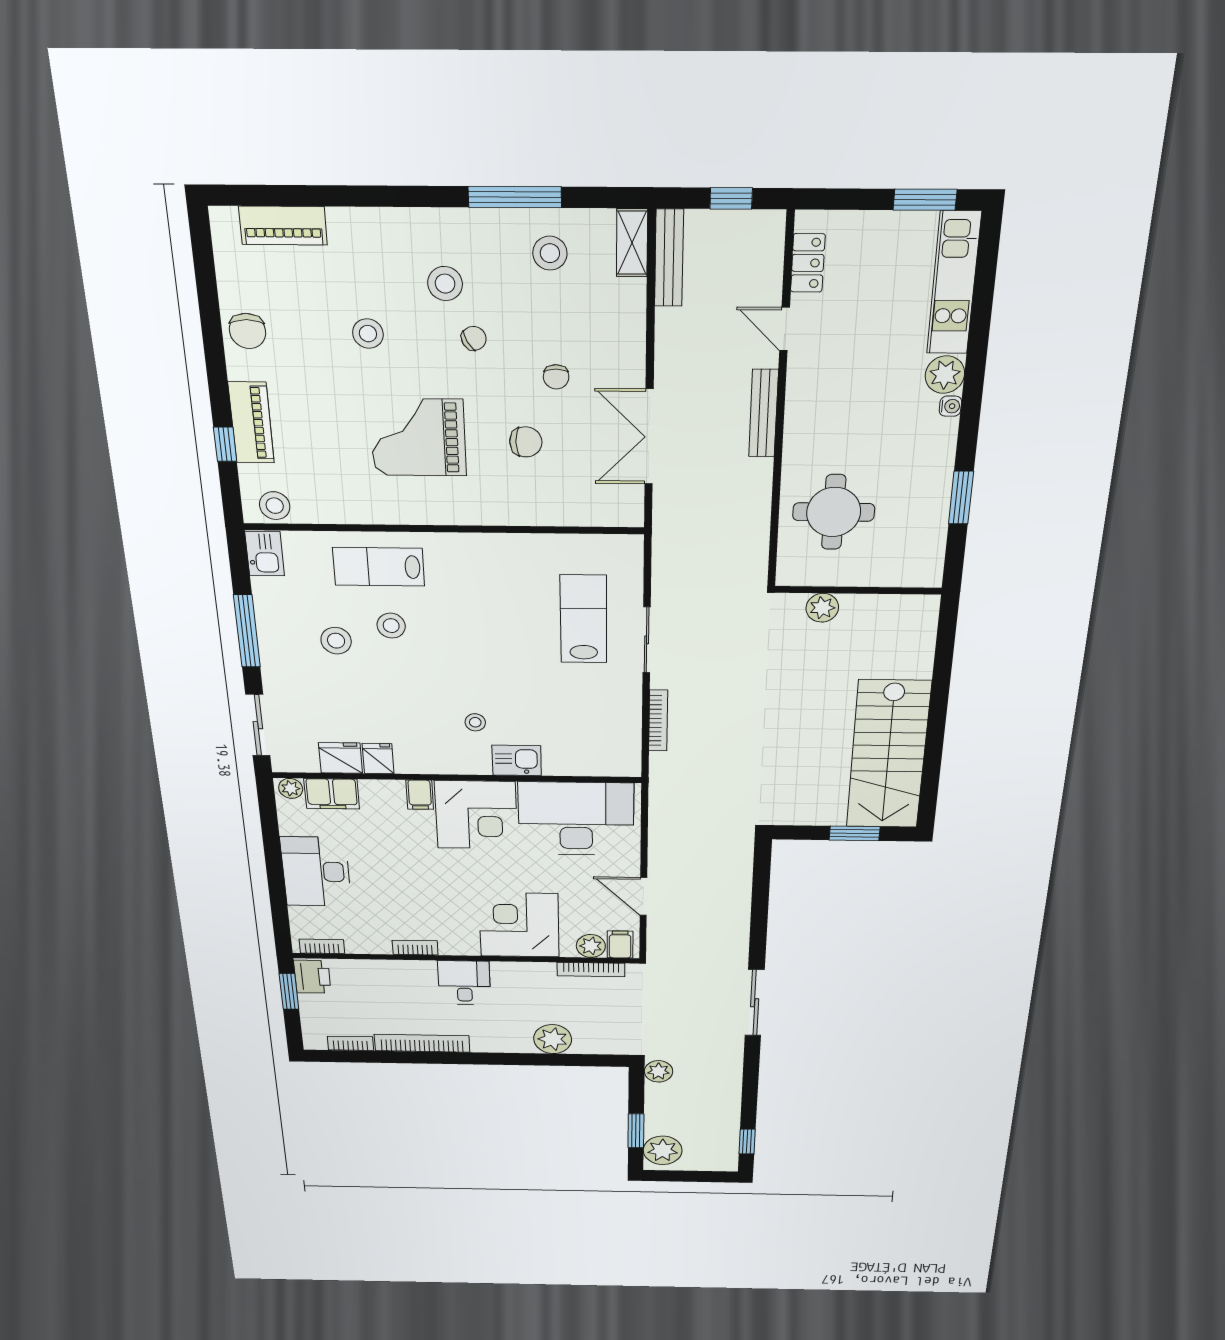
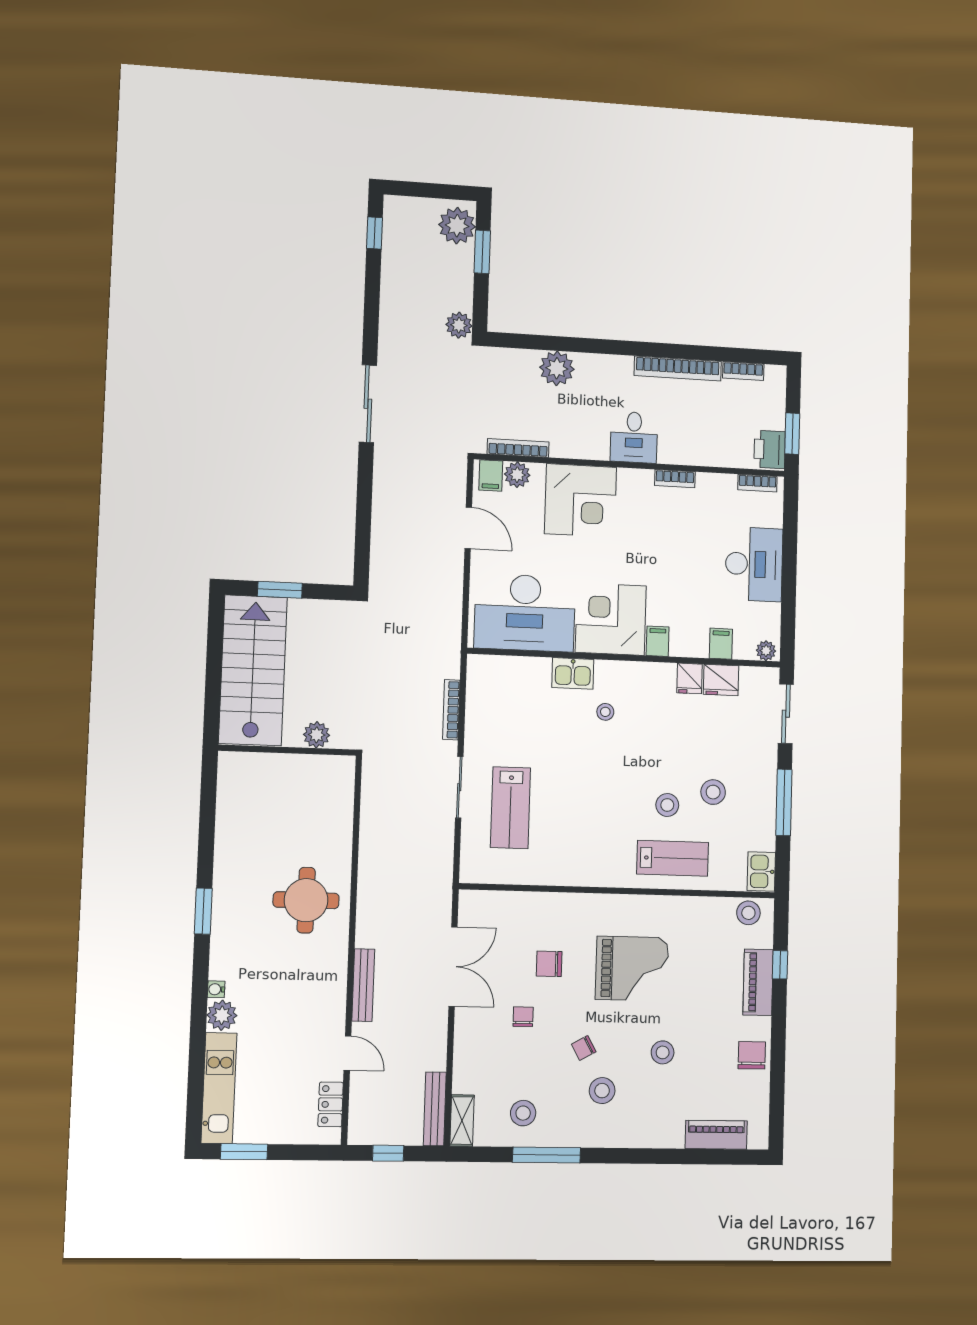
wall: (858, 590) -> (287, 750), moved
plant: (822, 608) -> (317, 735), moved
filing cabinet: (332, 794) -> (721, 644), width x0.50

